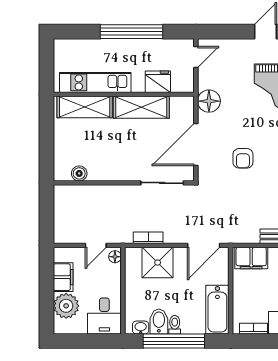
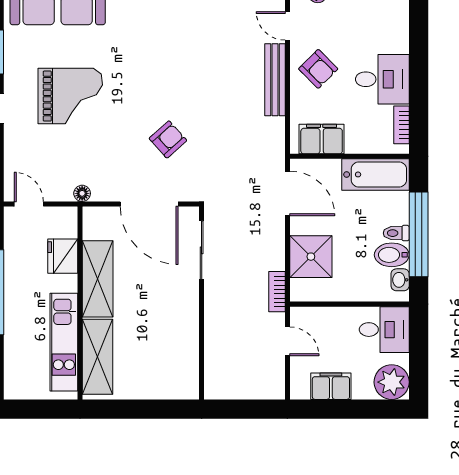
floor lamp: (209, 101) -> (82, 193), width x0.53, depth x0.53
armchair: (243, 158) -> (168, 139), turned -42
boiler: (79, 173) -> (189, 364), removed
bookcase: (148, 238) -> (277, 292), moved
floor lamp: (115, 257) -> (303, 315), removed
filing cabinet: (251, 258) -> (322, 139), moved, turned -90
plant: (66, 306) -> (392, 382), moved

